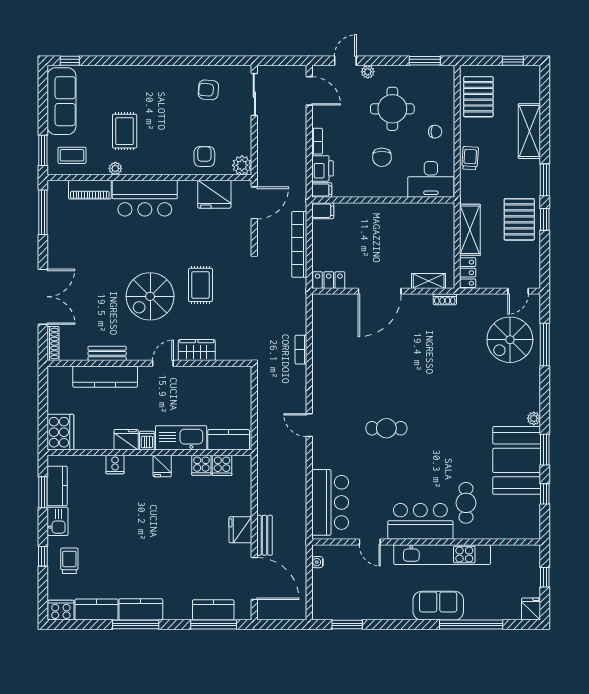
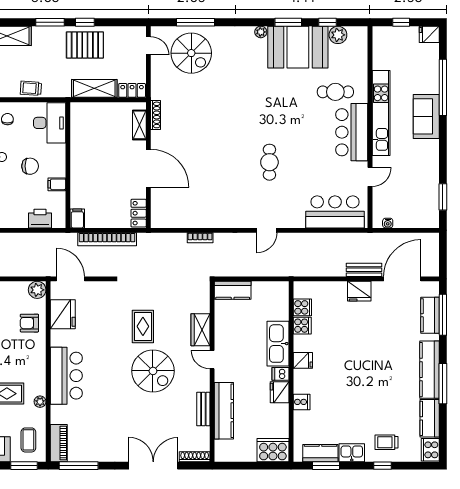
bookcase: (317, 141) -> (16, 223), removed
piano: (90, 190) -> (59, 443), moved
filing cabinet: (322, 190) -> (57, 184), moved, turned -90
rug: (200, 285) -> (143, 326), turned 90
shoe rack: (445, 299) -> (156, 115), width x1.43
kitchen counter: (229, 440) -> (233, 290), moved, turned -90
plant: (531, 506) -> (338, 35), added
kitchen counter: (141, 609) -> (430, 370), width x1.50

